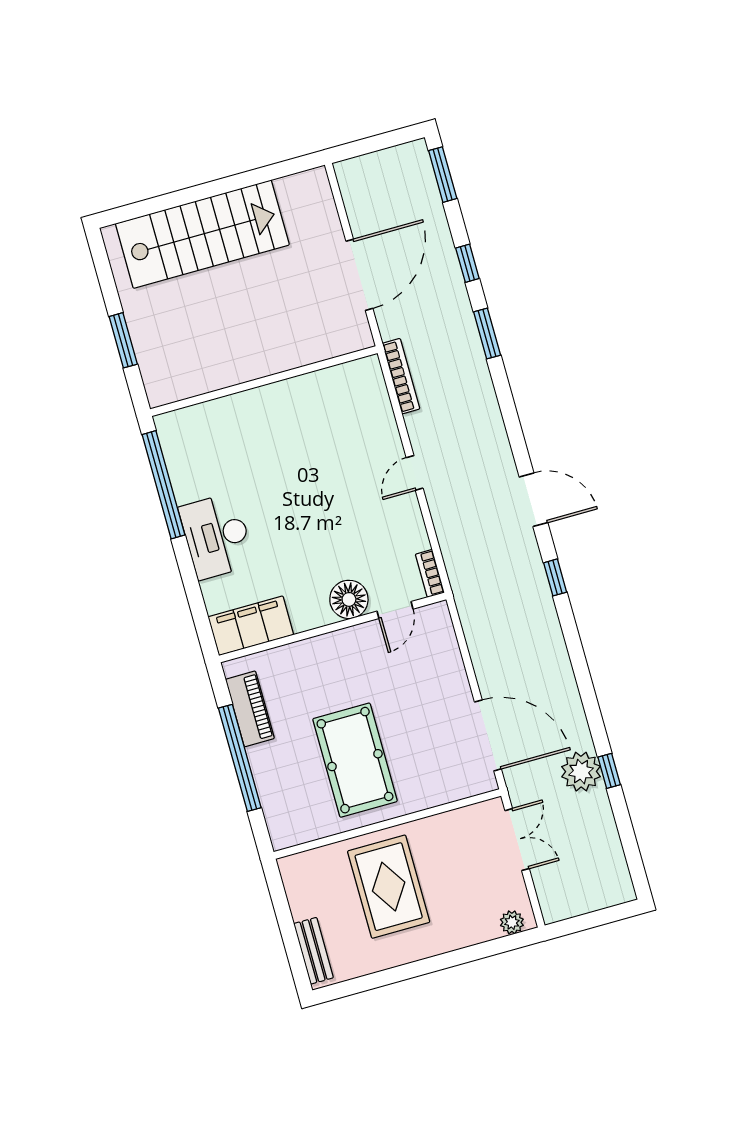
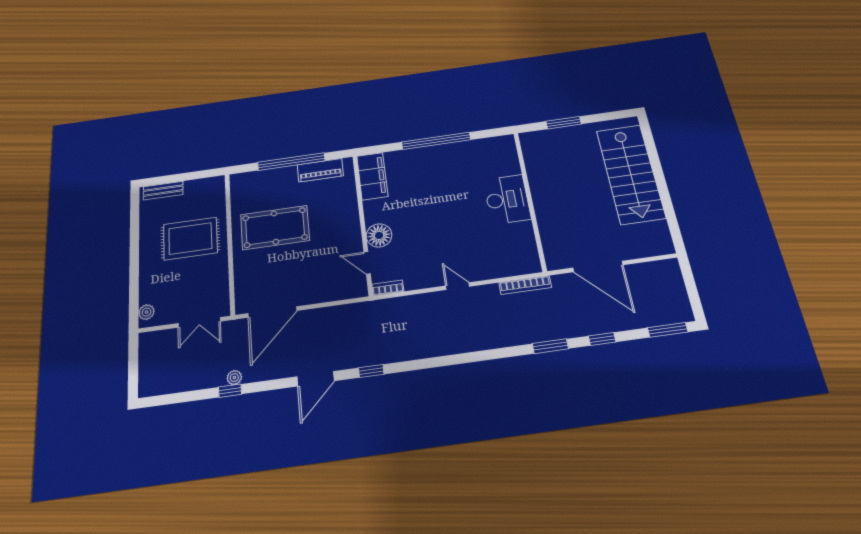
window: (164, 485) -> (436, 141), moved
door: (533, 500) -> (316, 379), moved
desk: (217, 536) -> (507, 199), moved, turned 90
plant: (581, 772) -> (234, 378), width x0.53, depth x0.53

